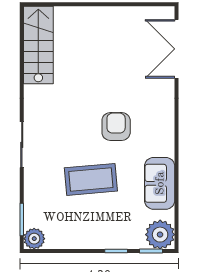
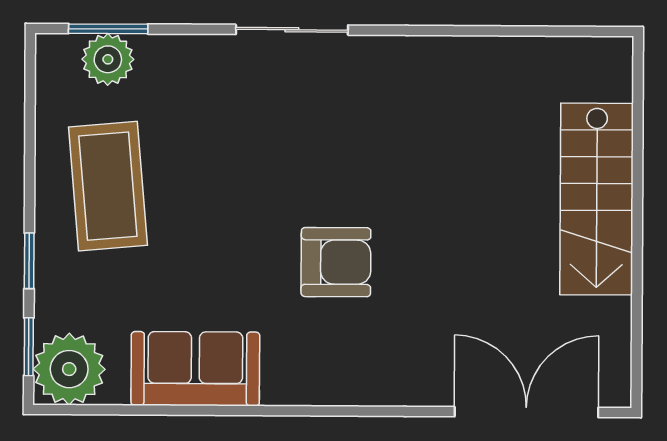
stairs: (38, 45) -> (597, 199), moved, turned 90
coffee table: (91, 179) -> (108, 186), moved
plant: (34, 239) -> (108, 59), moved

